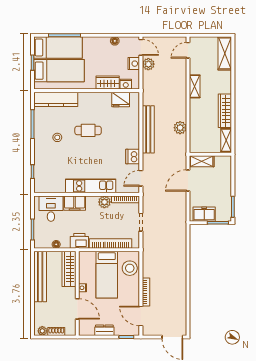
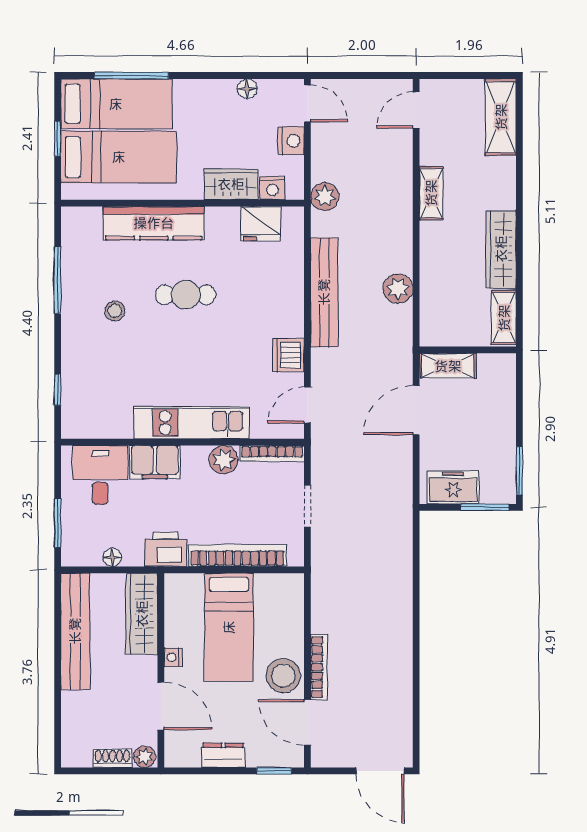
plant: (148, 64) -> (325, 196), moved
kitchen counter: (56, 99) -> (154, 223), moved
stool: (130, 268) -> (283, 676), moved
plant: (42, 331) -> (145, 757), moved

